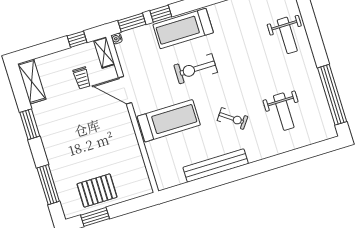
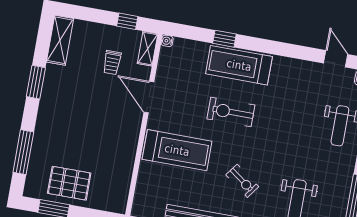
window: (132, 22) -> (191, 33), removed

